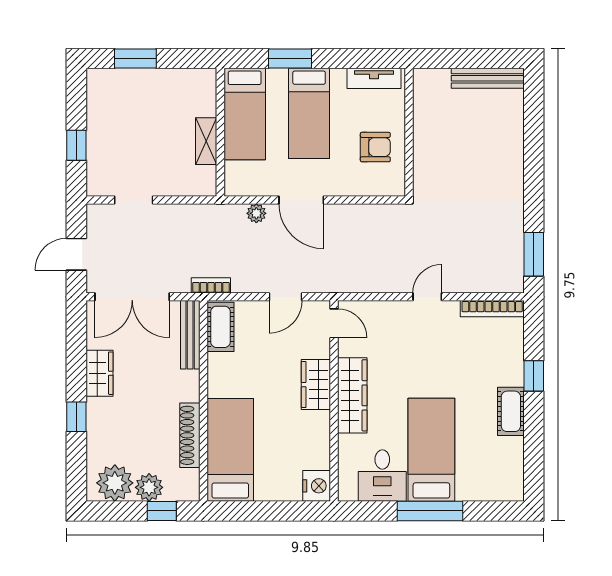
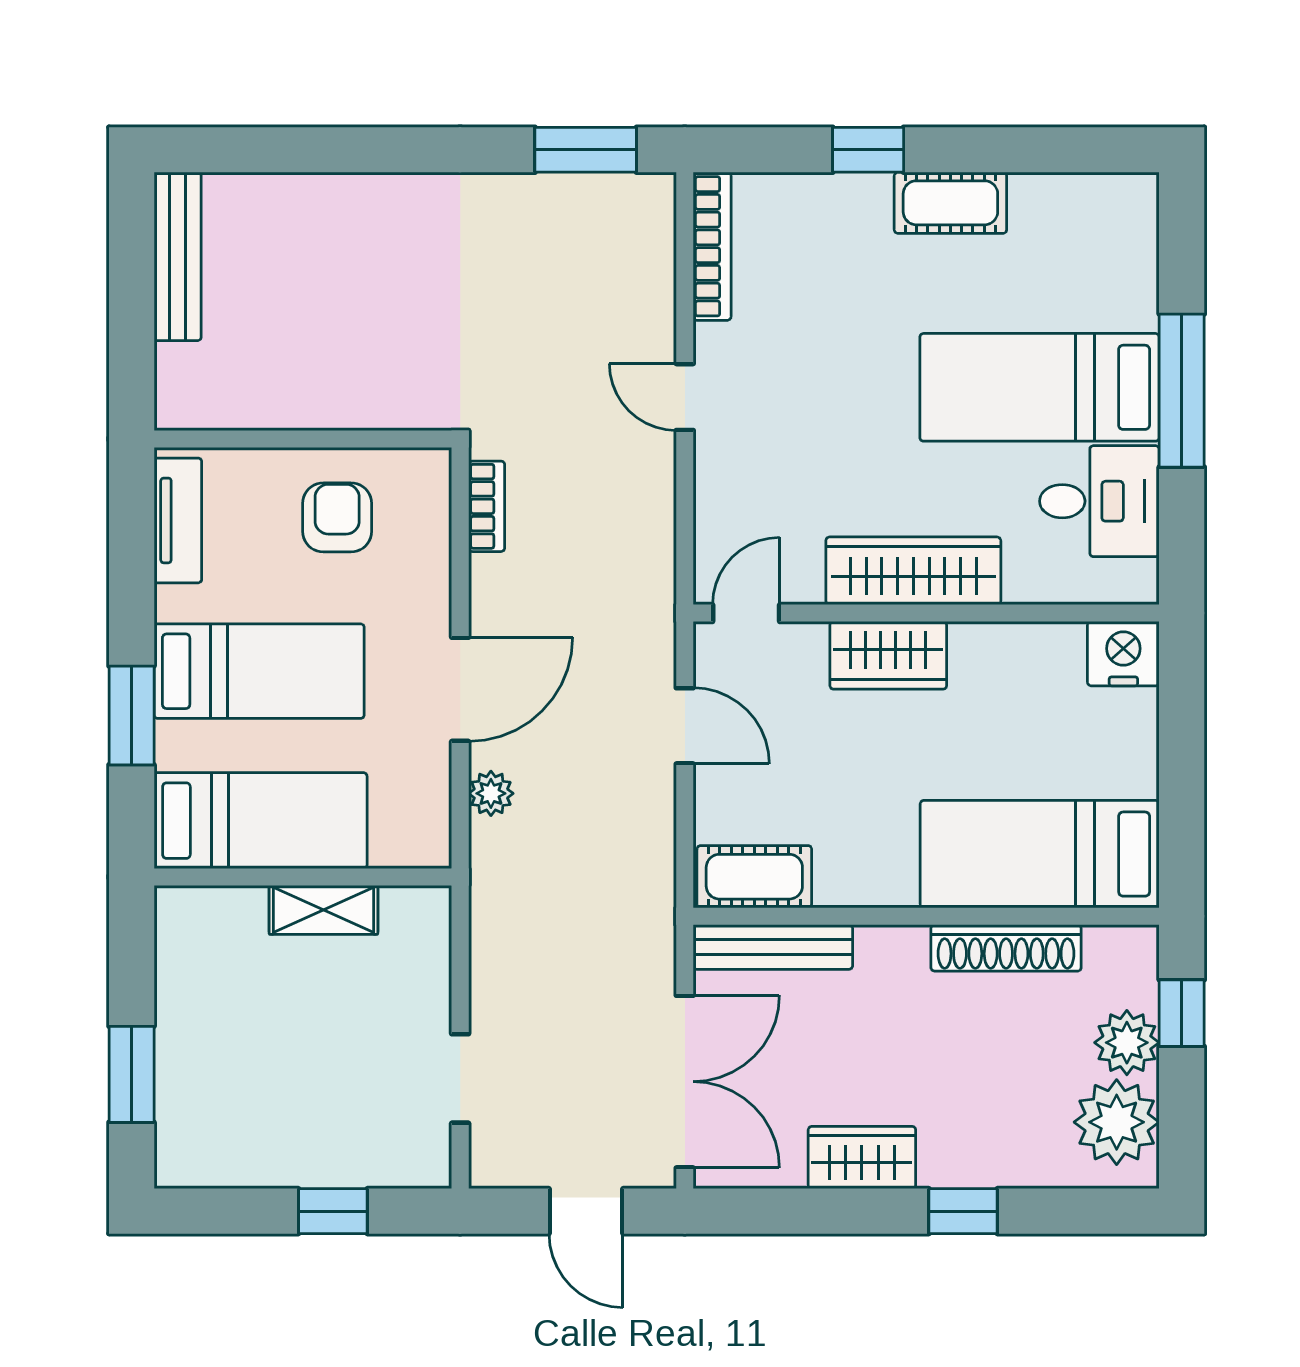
bookcase: (211, 285) -> (487, 506), moved, turned 180

